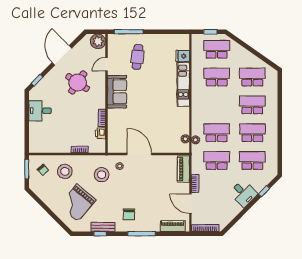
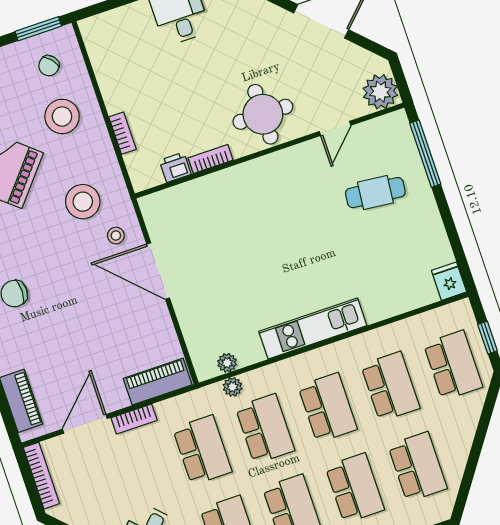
fridge: (183, 56) -> (449, 281), moved
door: (106, 64) -> (335, 128), swing flipped
round table: (78, 83) -> (263, 114), moved, turned -34
kitchen unit: (183, 84) -> (313, 329), moved
sofa: (117, 92) -> (281, 173), removed
school desk: (217, 105) -> (328, 408), added
door: (139, 154) -> (158, 271), swing flipped

